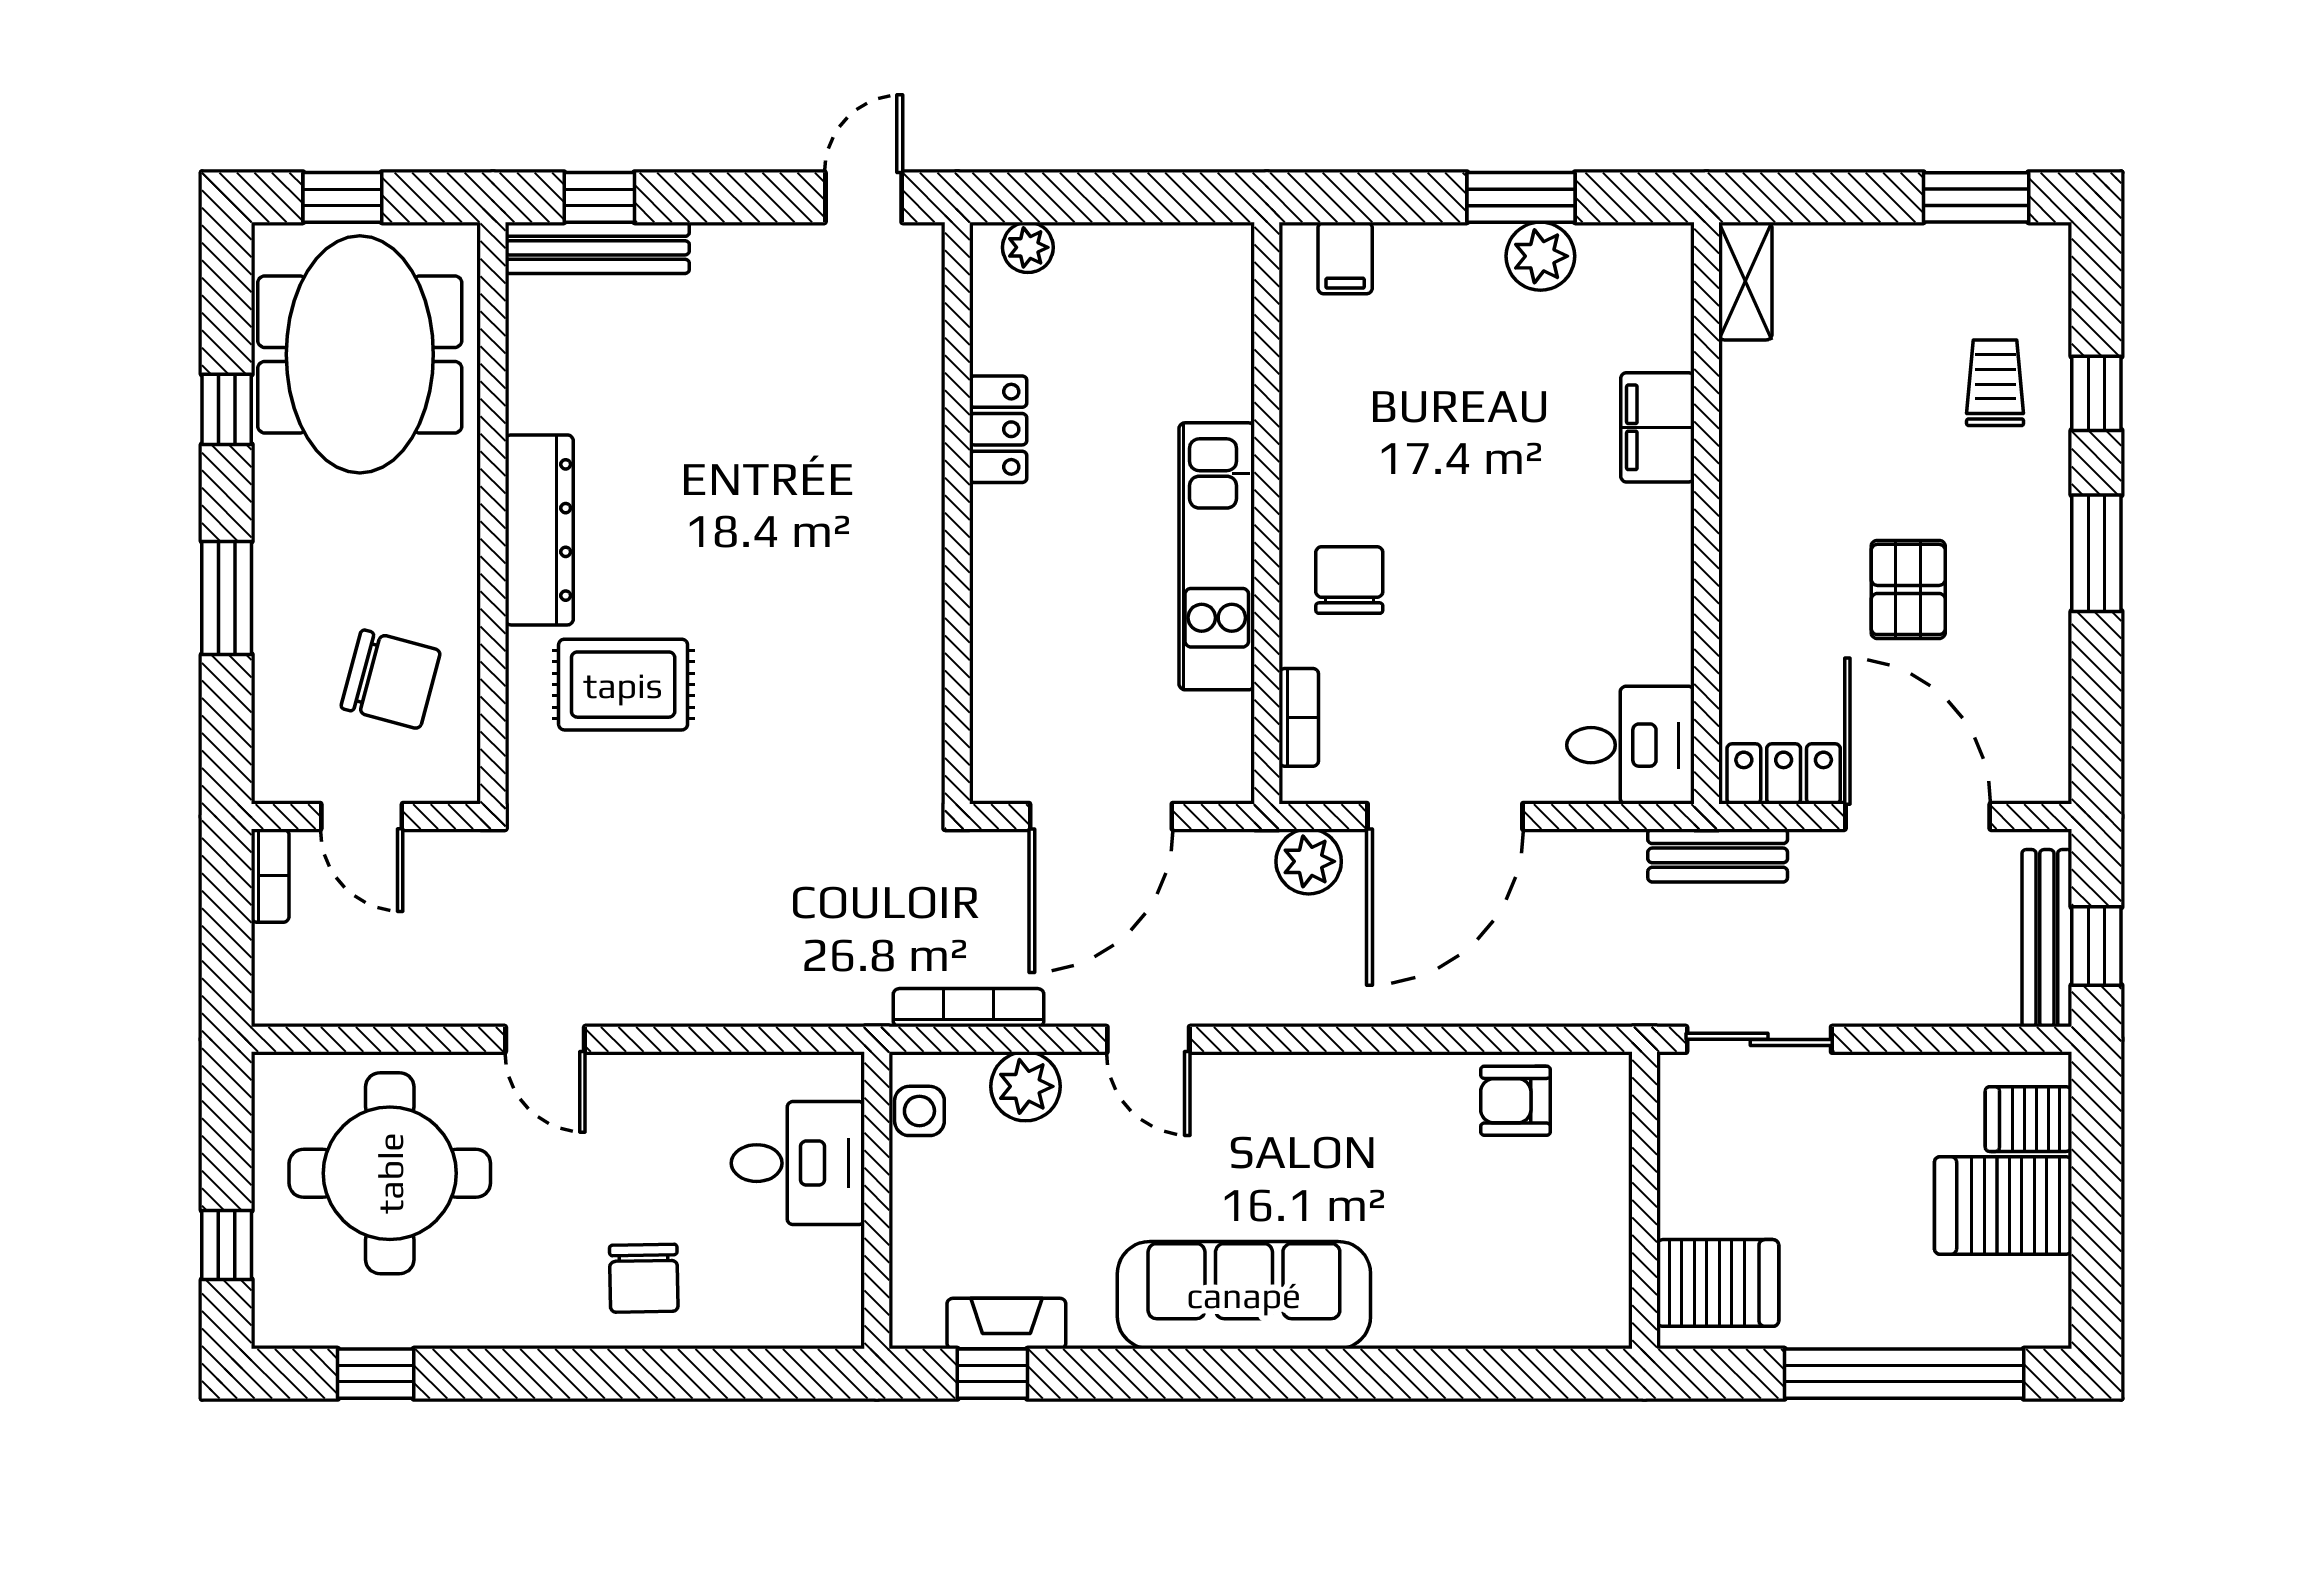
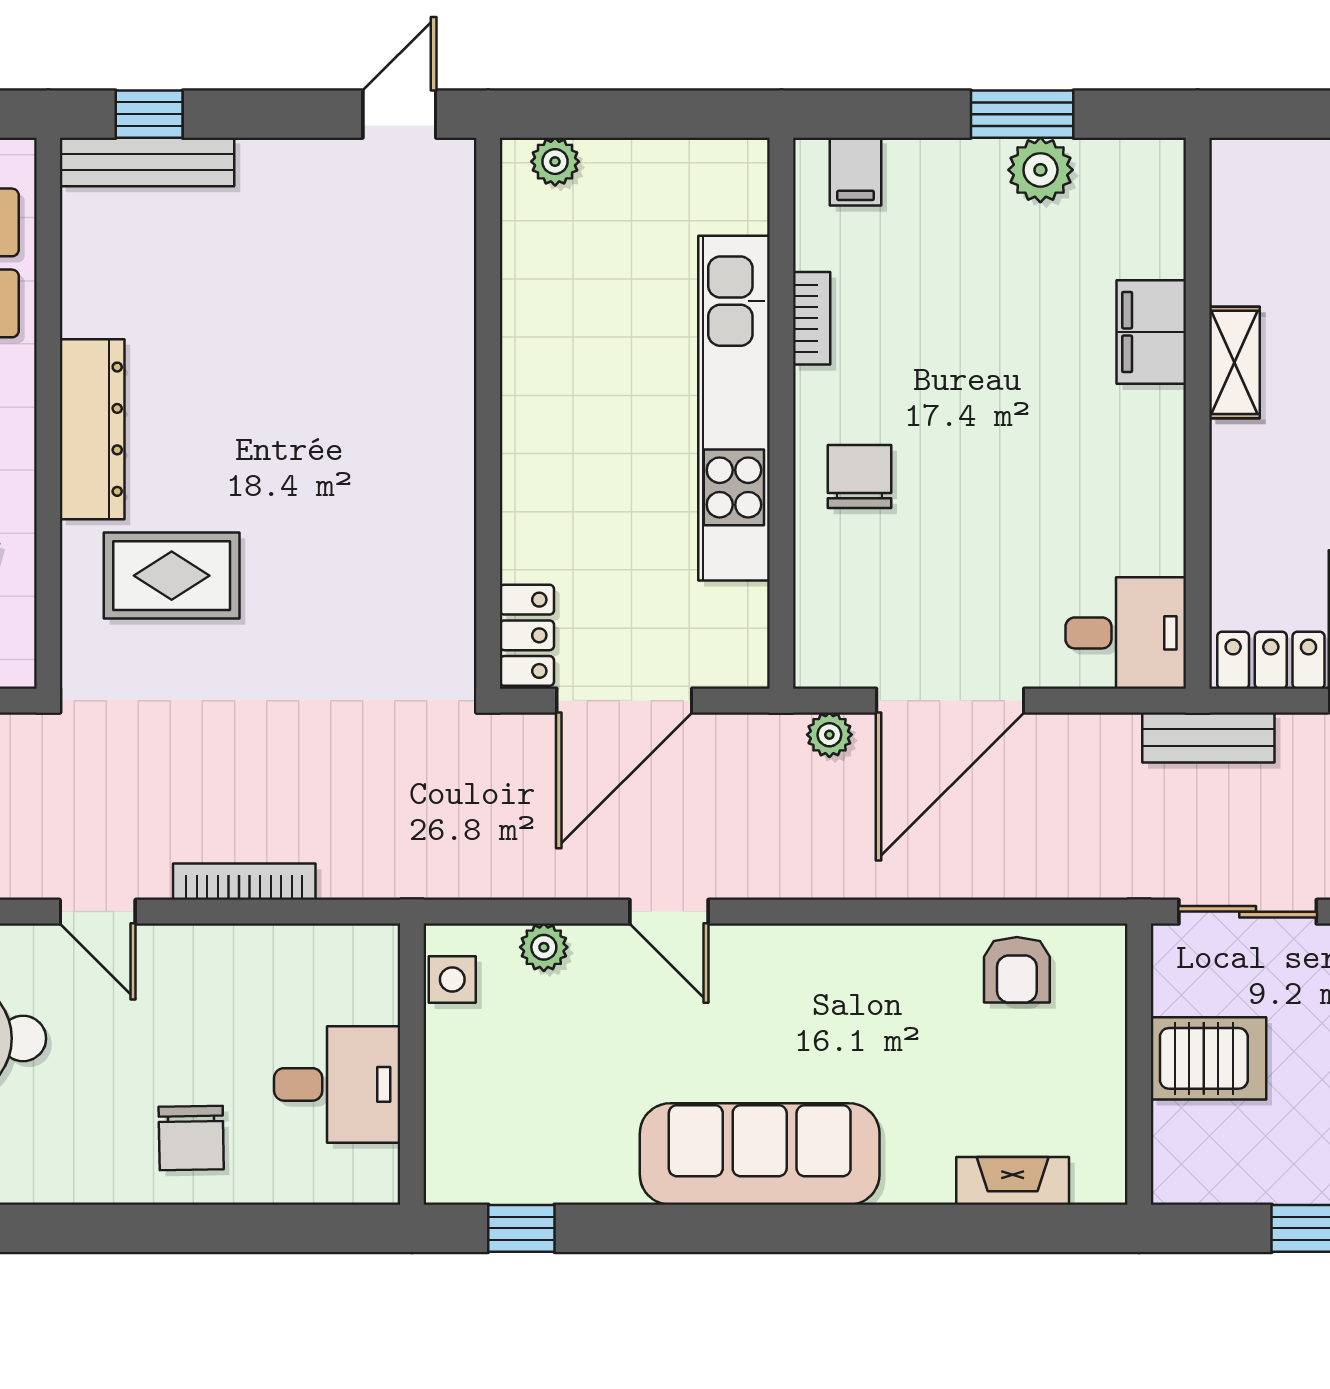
shelving: (1745, 281) -> (1235, 362), moved
locker: (998, 429) -> (527, 635), moved
kitchen unit: (1217, 556) -> (734, 408), width x1.36
bookcase: (1299, 717) -> (812, 318), moved
plant: (1309, 861) -> (829, 735), width x0.73, depth x0.73
bookcase: (969, 1008) -> (244, 882), moved
plant: (1026, 1086) -> (544, 947), width x0.73, depth x0.73
armchair: (1515, 1101) -> (1017, 970), turned -90
desk: (798, 1163) -> (337, 1084), moved
server rack: (1718, 1283) -> (1208, 1058), moved
fireplace: (1006, 1324) -> (1013, 1181), moved

